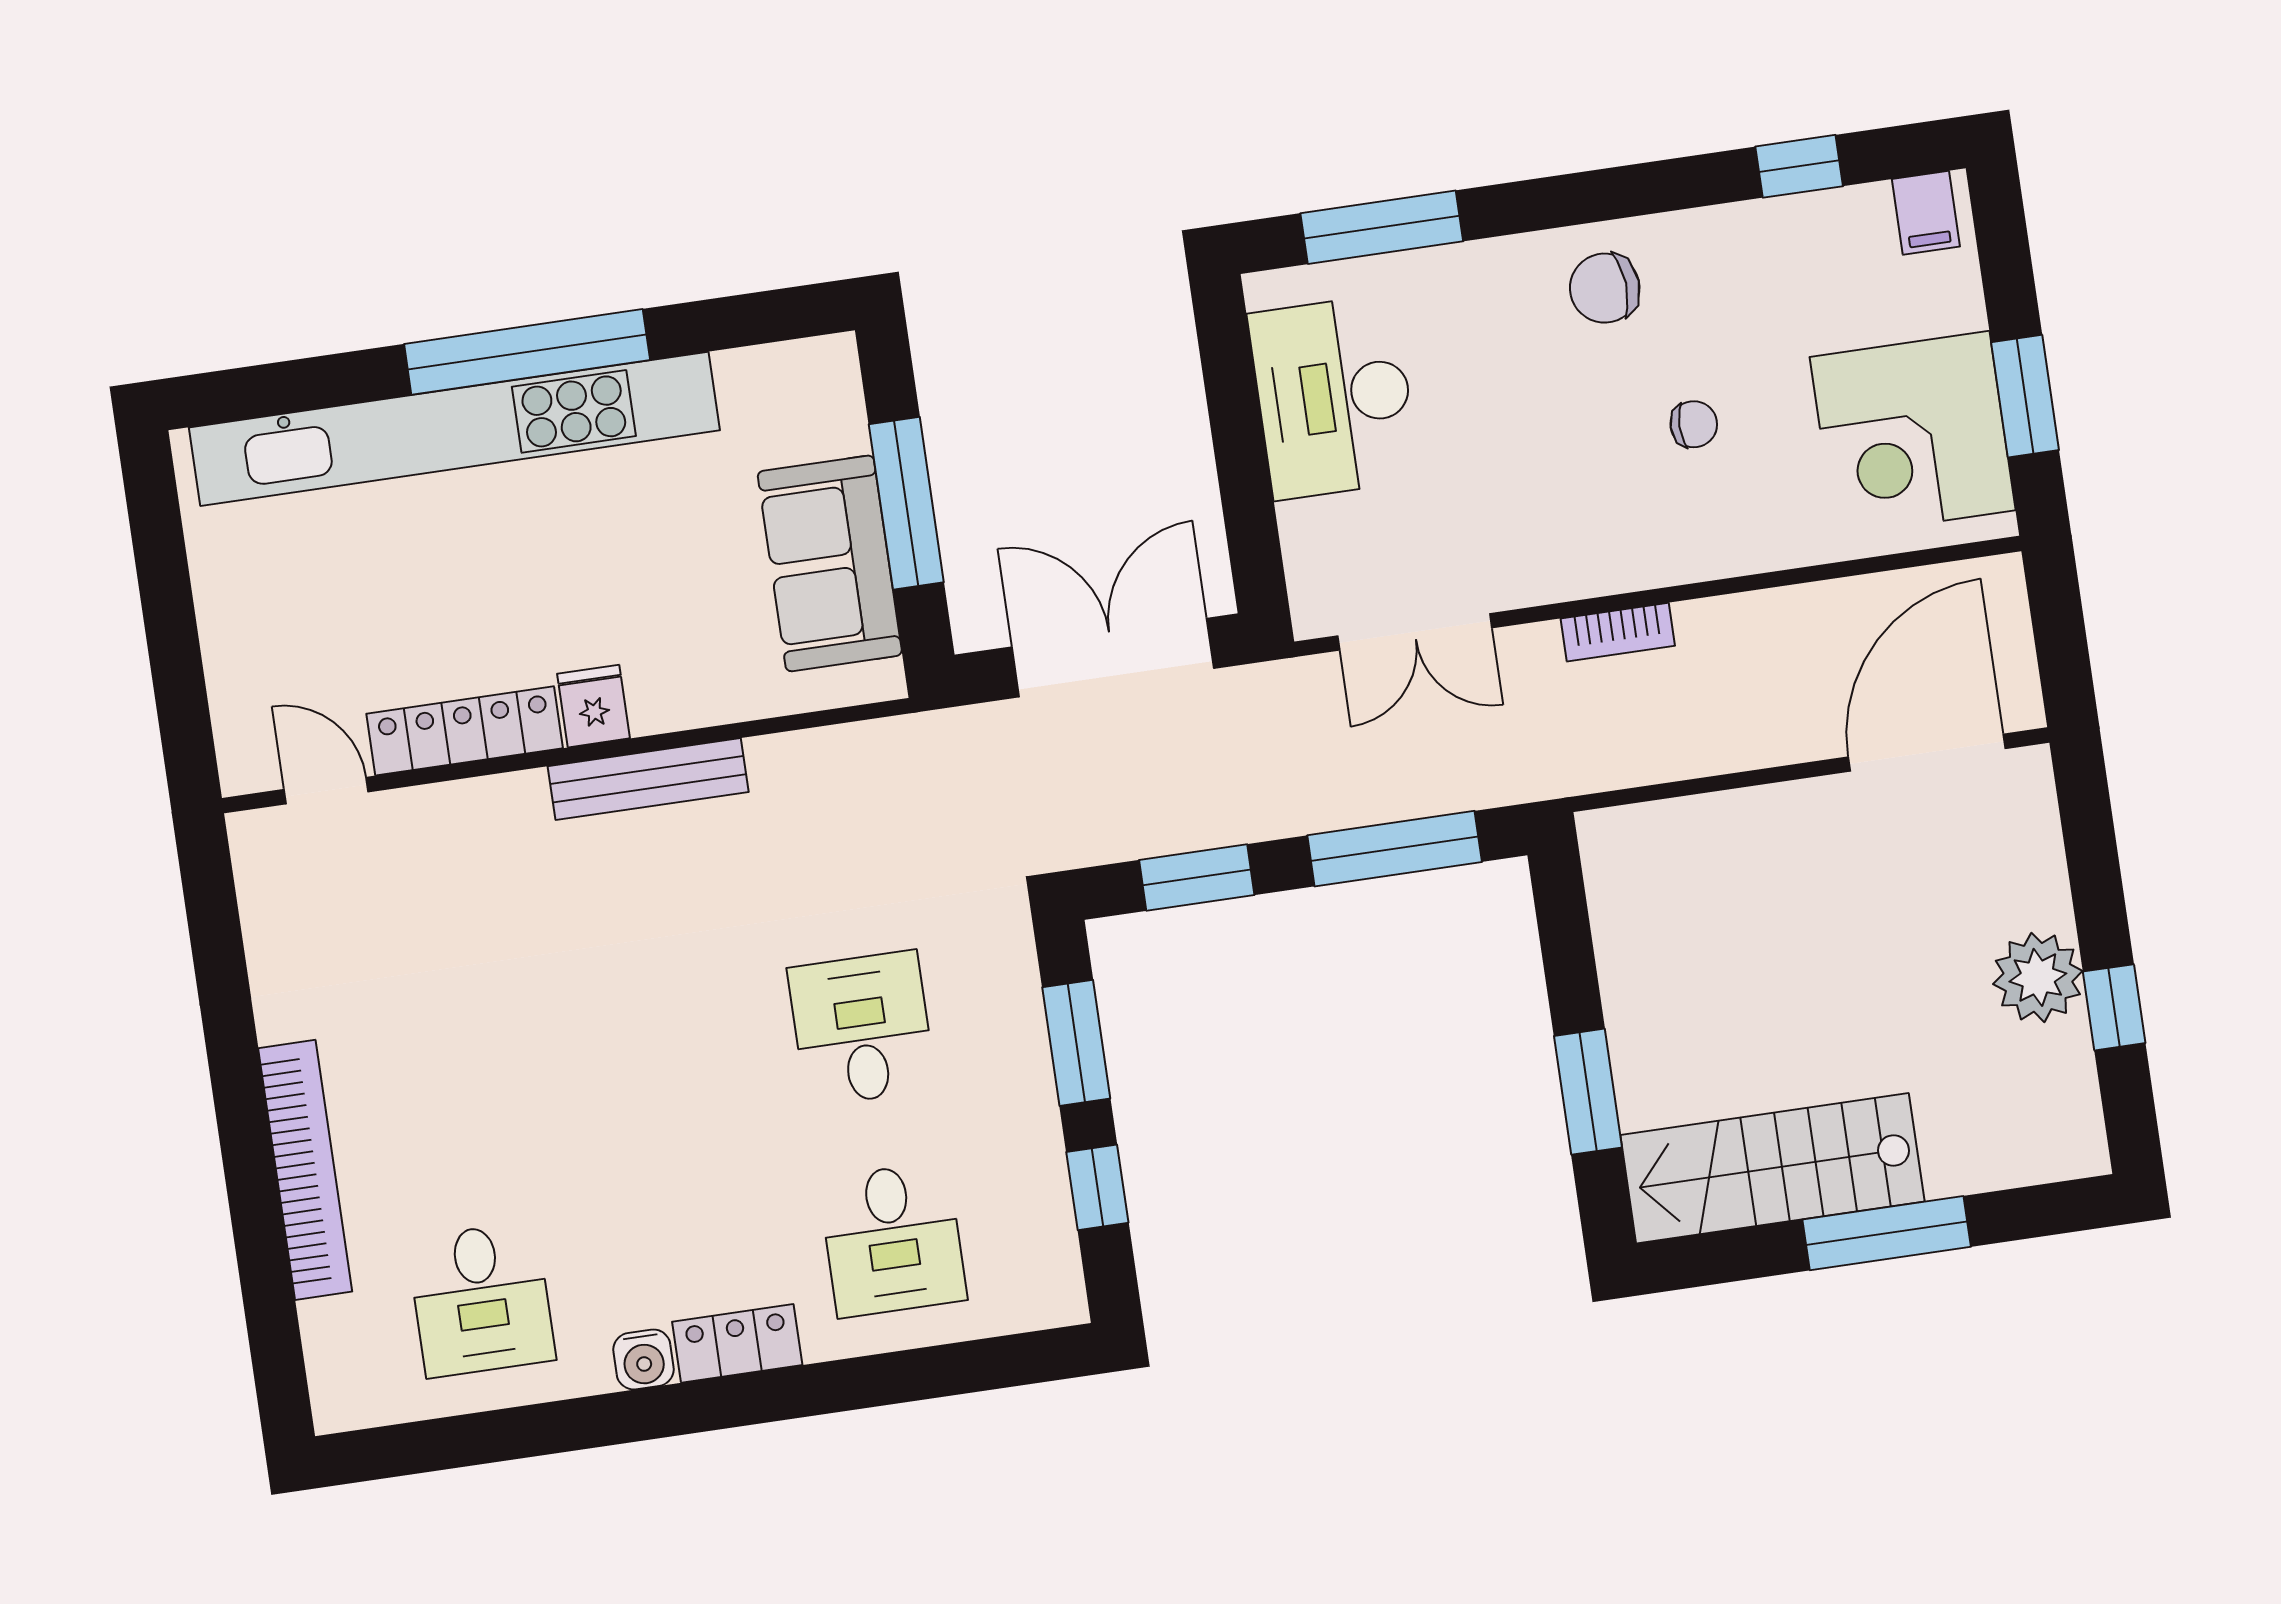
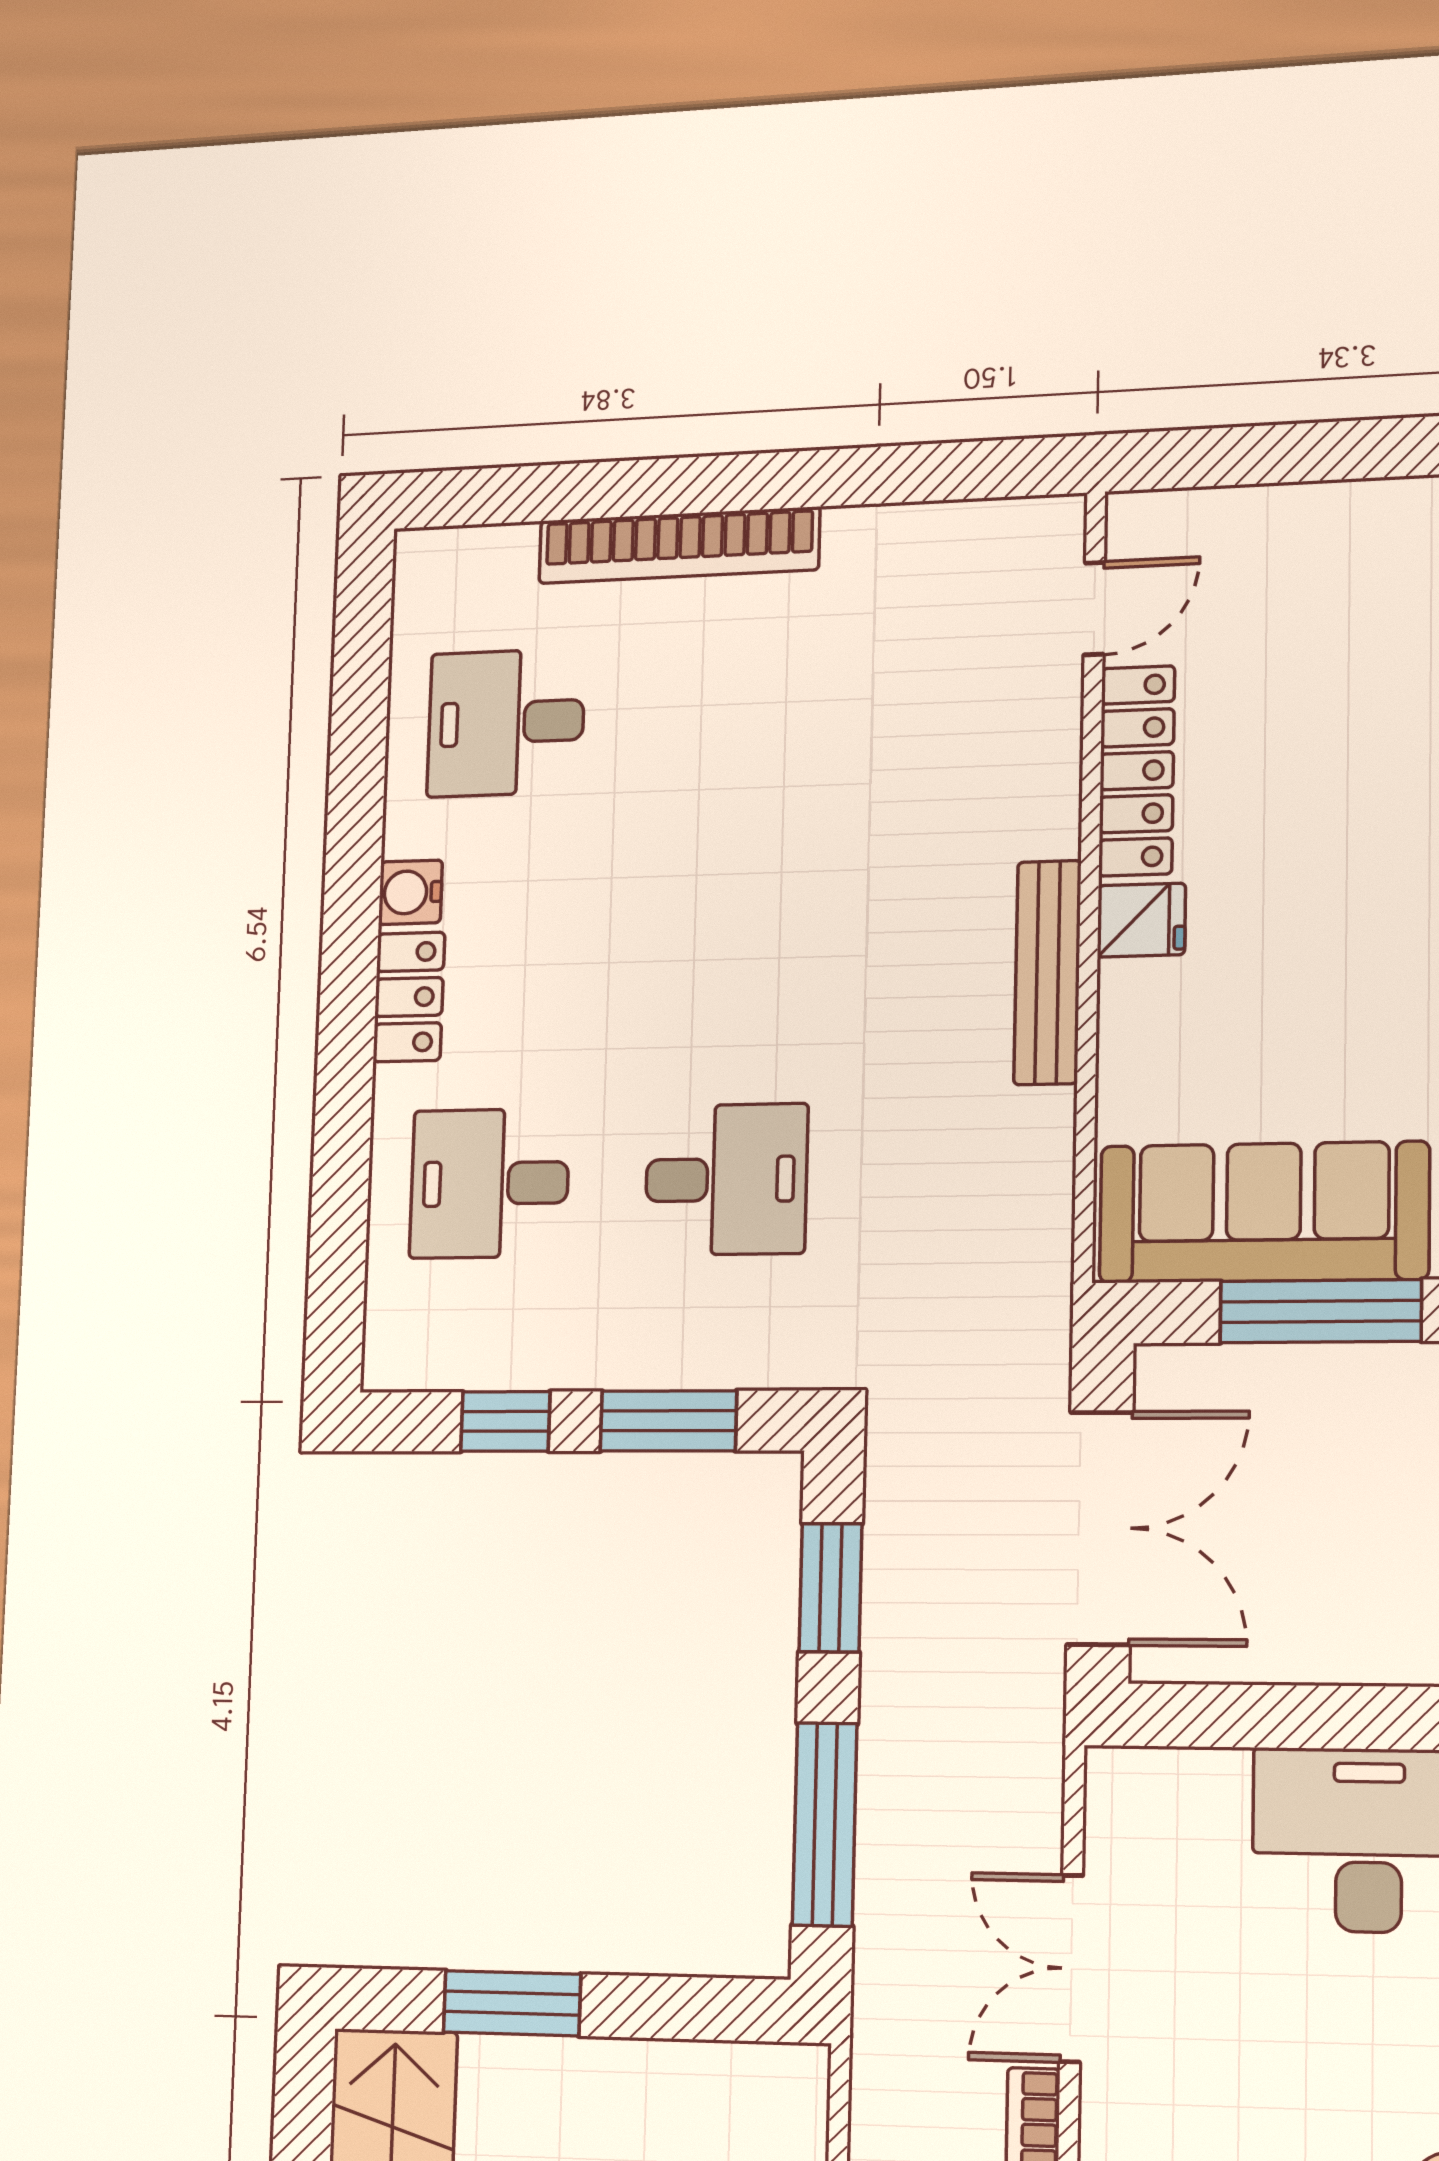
sofa: (830, 563) -> (1264, 1212), width x1.36
double door: (1415, 632) -> (1071, 1968), moved

